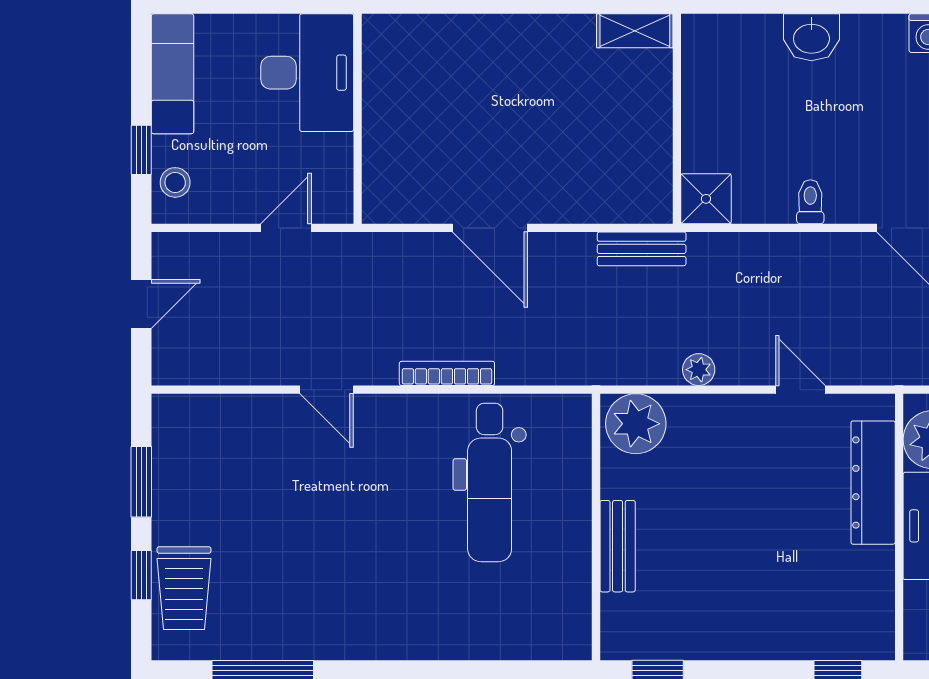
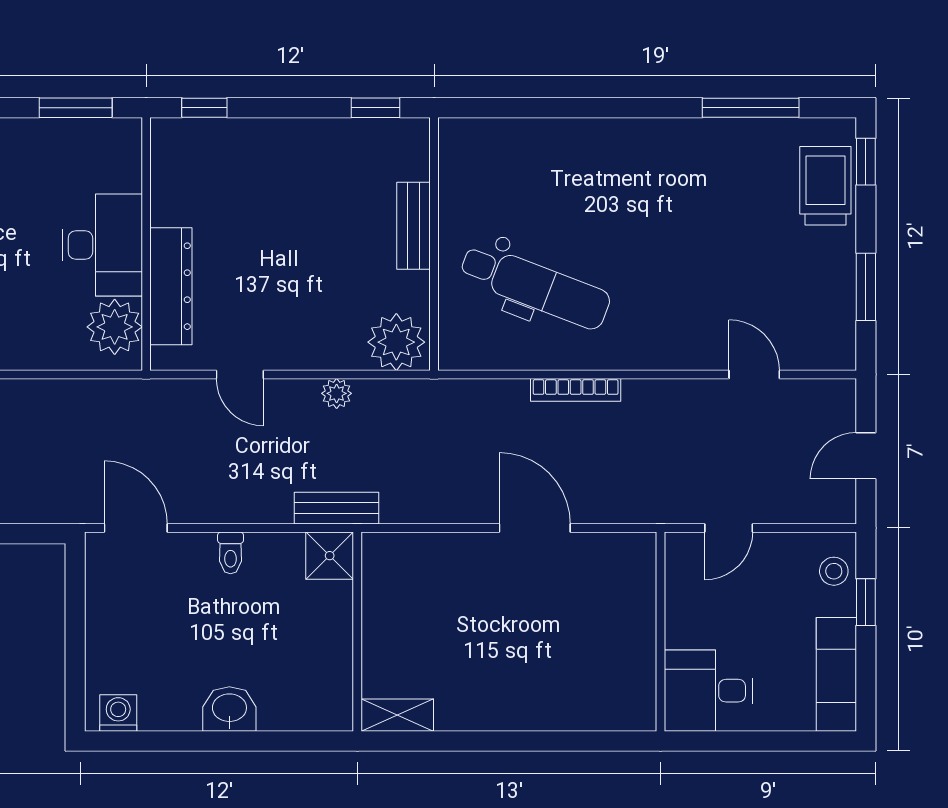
desk: (307, 73) -> (708, 691), width x0.73
bench: (642, 249) -> (337, 508), moved
door: (327, 390) -> (754, 374), moved
dental chair: (490, 482) -> (535, 286), turned 111
window: (141, 575) -> (866, 162), moved

